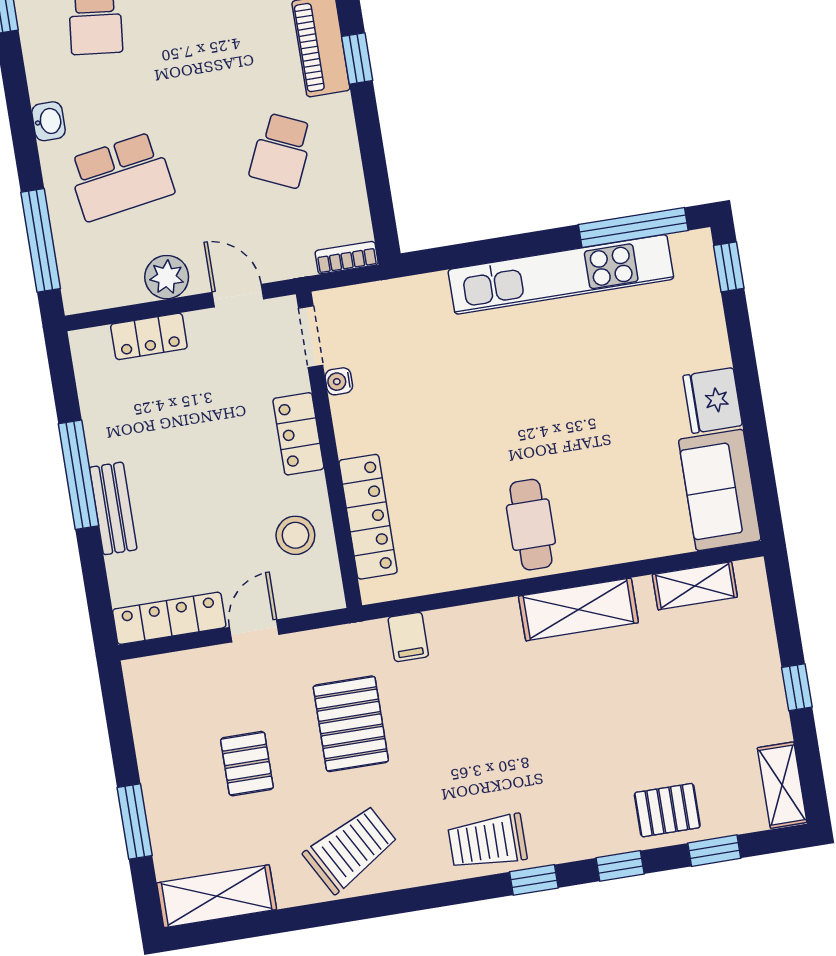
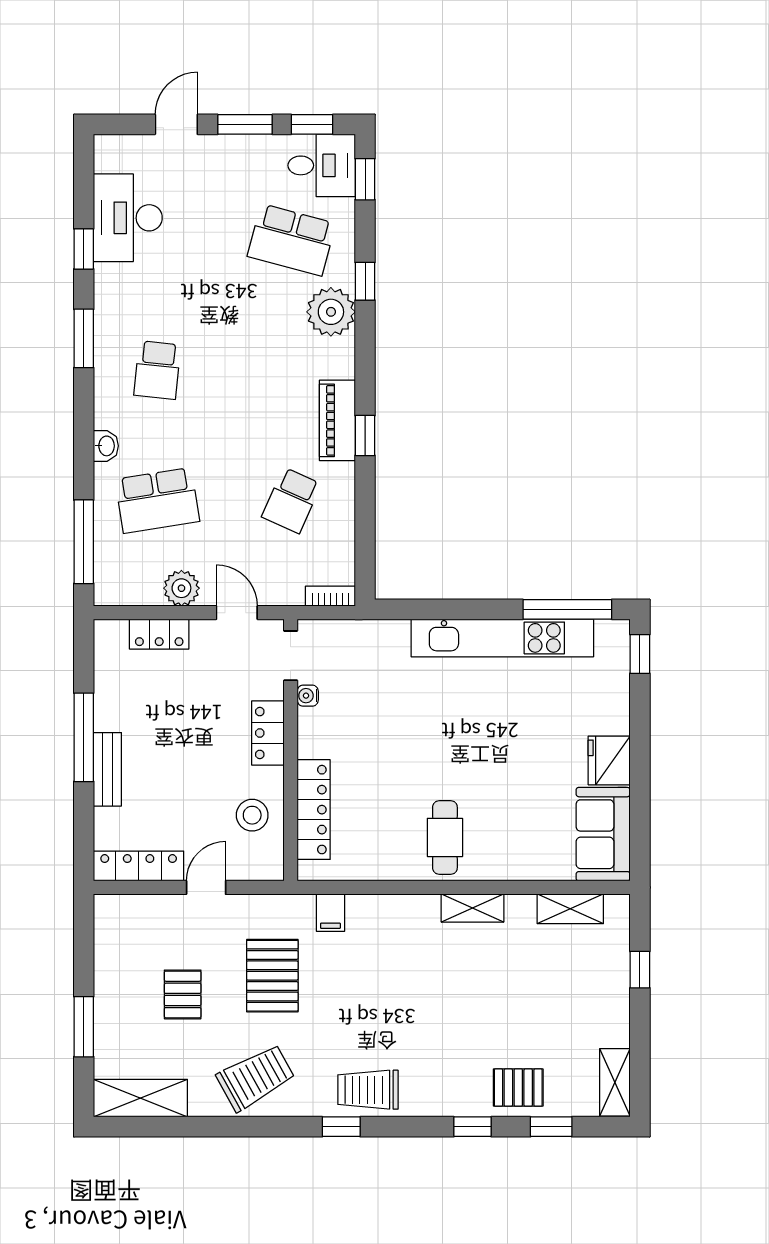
shelving: (578, 609) -> (472, 908), width x0.67, depth x0.75
window: (797, 687) -> (640, 970), moved
window: (534, 880) -> (341, 1127), moved

